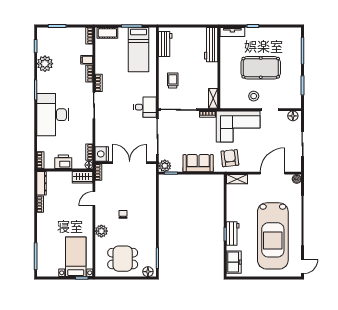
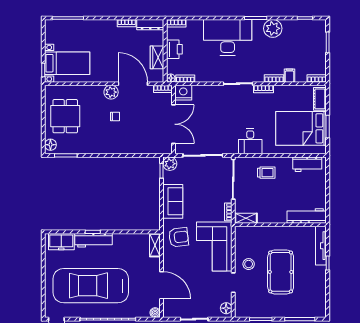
tv unit: (232, 32) -> (321, 246), width x1.41
bed: (138, 50) -> (301, 128), width x1.50
plant: (45, 64) -> (273, 28), moved
desk: (145, 107) -> (250, 141), moved
wardrobe: (82, 177) -> (157, 57), moved
door: (94, 199) -> (133, 84), width x1.88
plant: (101, 231) -> (111, 92), moved
workbench: (233, 233) -> (94, 240), width x1.38

